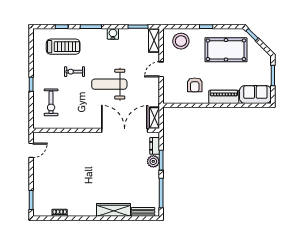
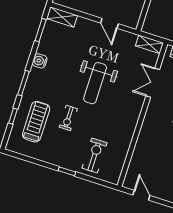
door: (161, 69) -> (110, 23), moved
exercise bike: (51, 102) -> (95, 155), turned -90
double door: (125, 130) -> (153, 83), width x0.54

